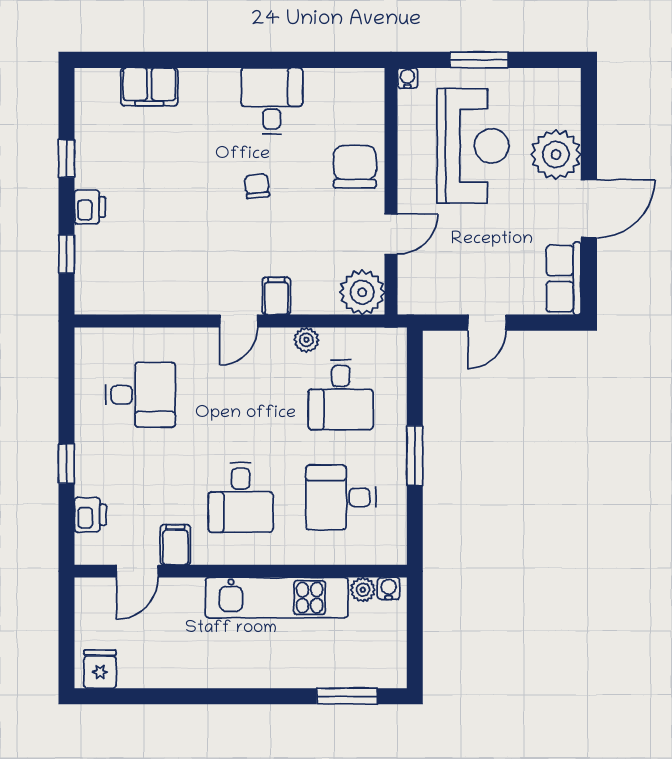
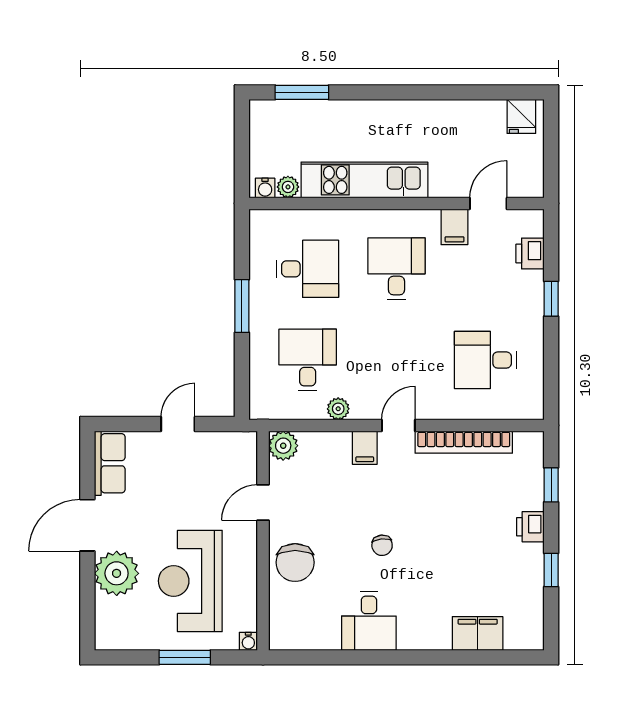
plant: (362, 292) -> (283, 446), width x0.73, depth x0.73
bookcase: (165, 302) -> (464, 442), added

